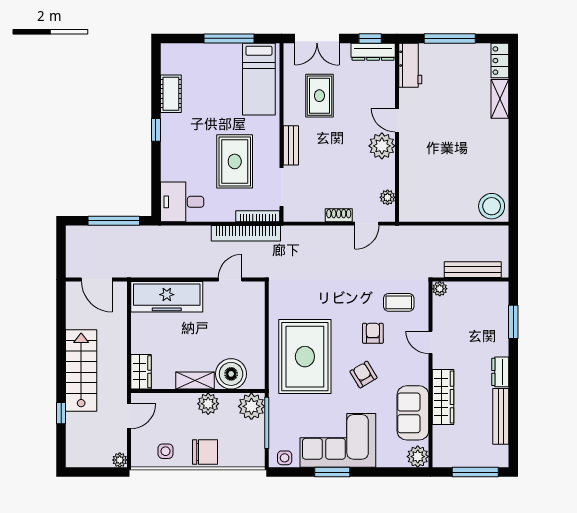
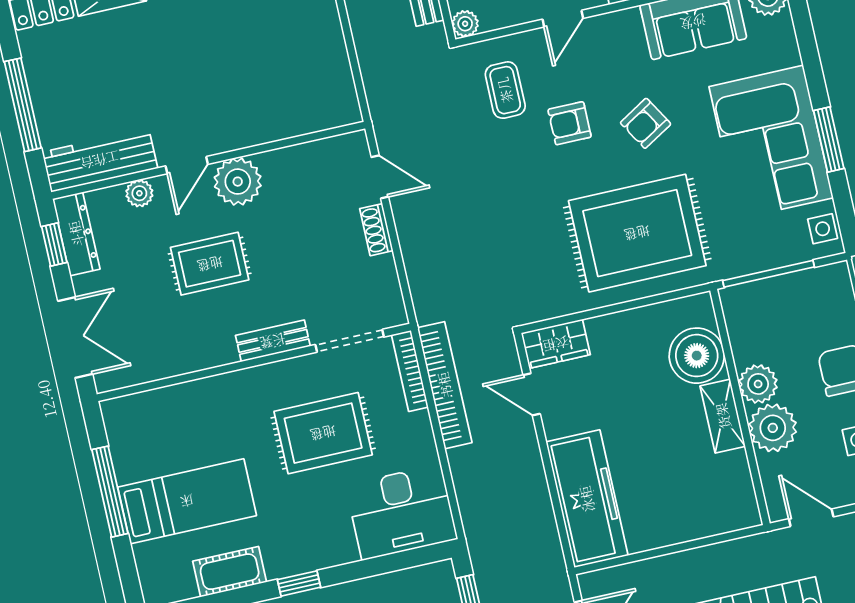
workbench: (410, 65) -> (100, 160), width x1.38
bed: (259, 79) -> (187, 501), moved
rug: (319, 96) -> (210, 264), moved
plant: (388, 197) -> (139, 193), moved
desk: (182, 202) -> (402, 512), width x1.37
wardrobe: (141, 372) -> (556, 344), moved, turned 180
plant: (251, 406) -> (773, 428), moved

